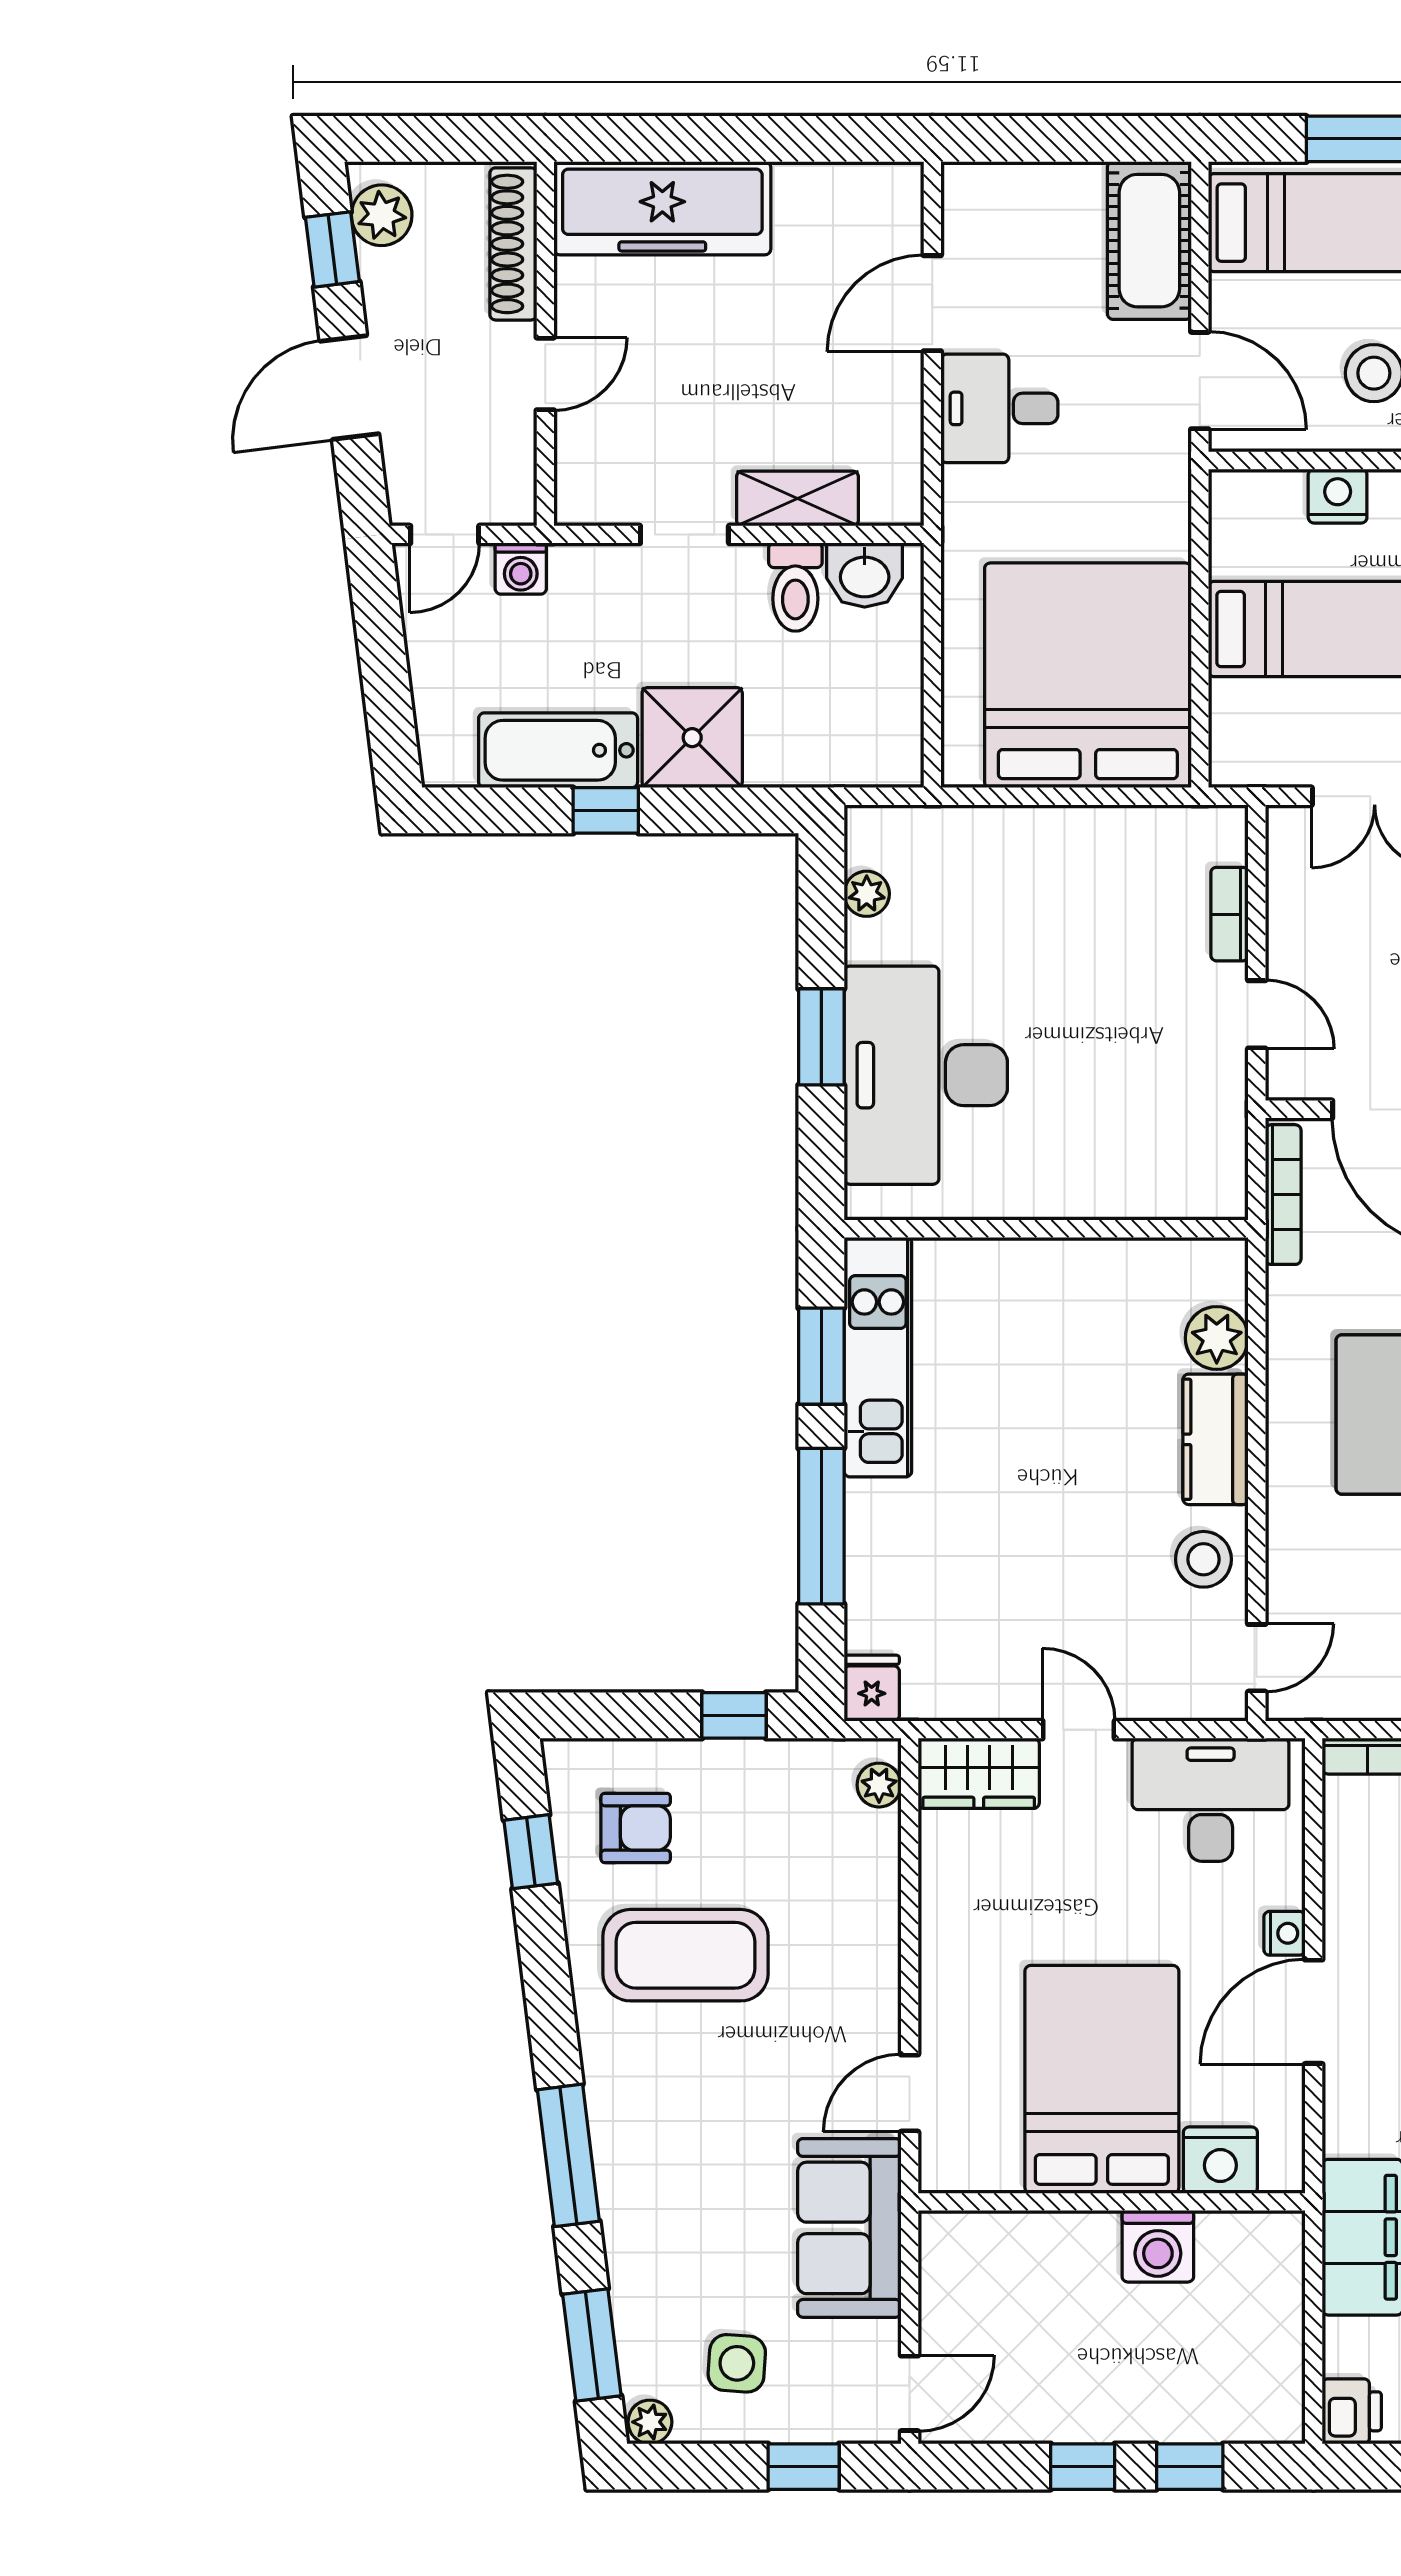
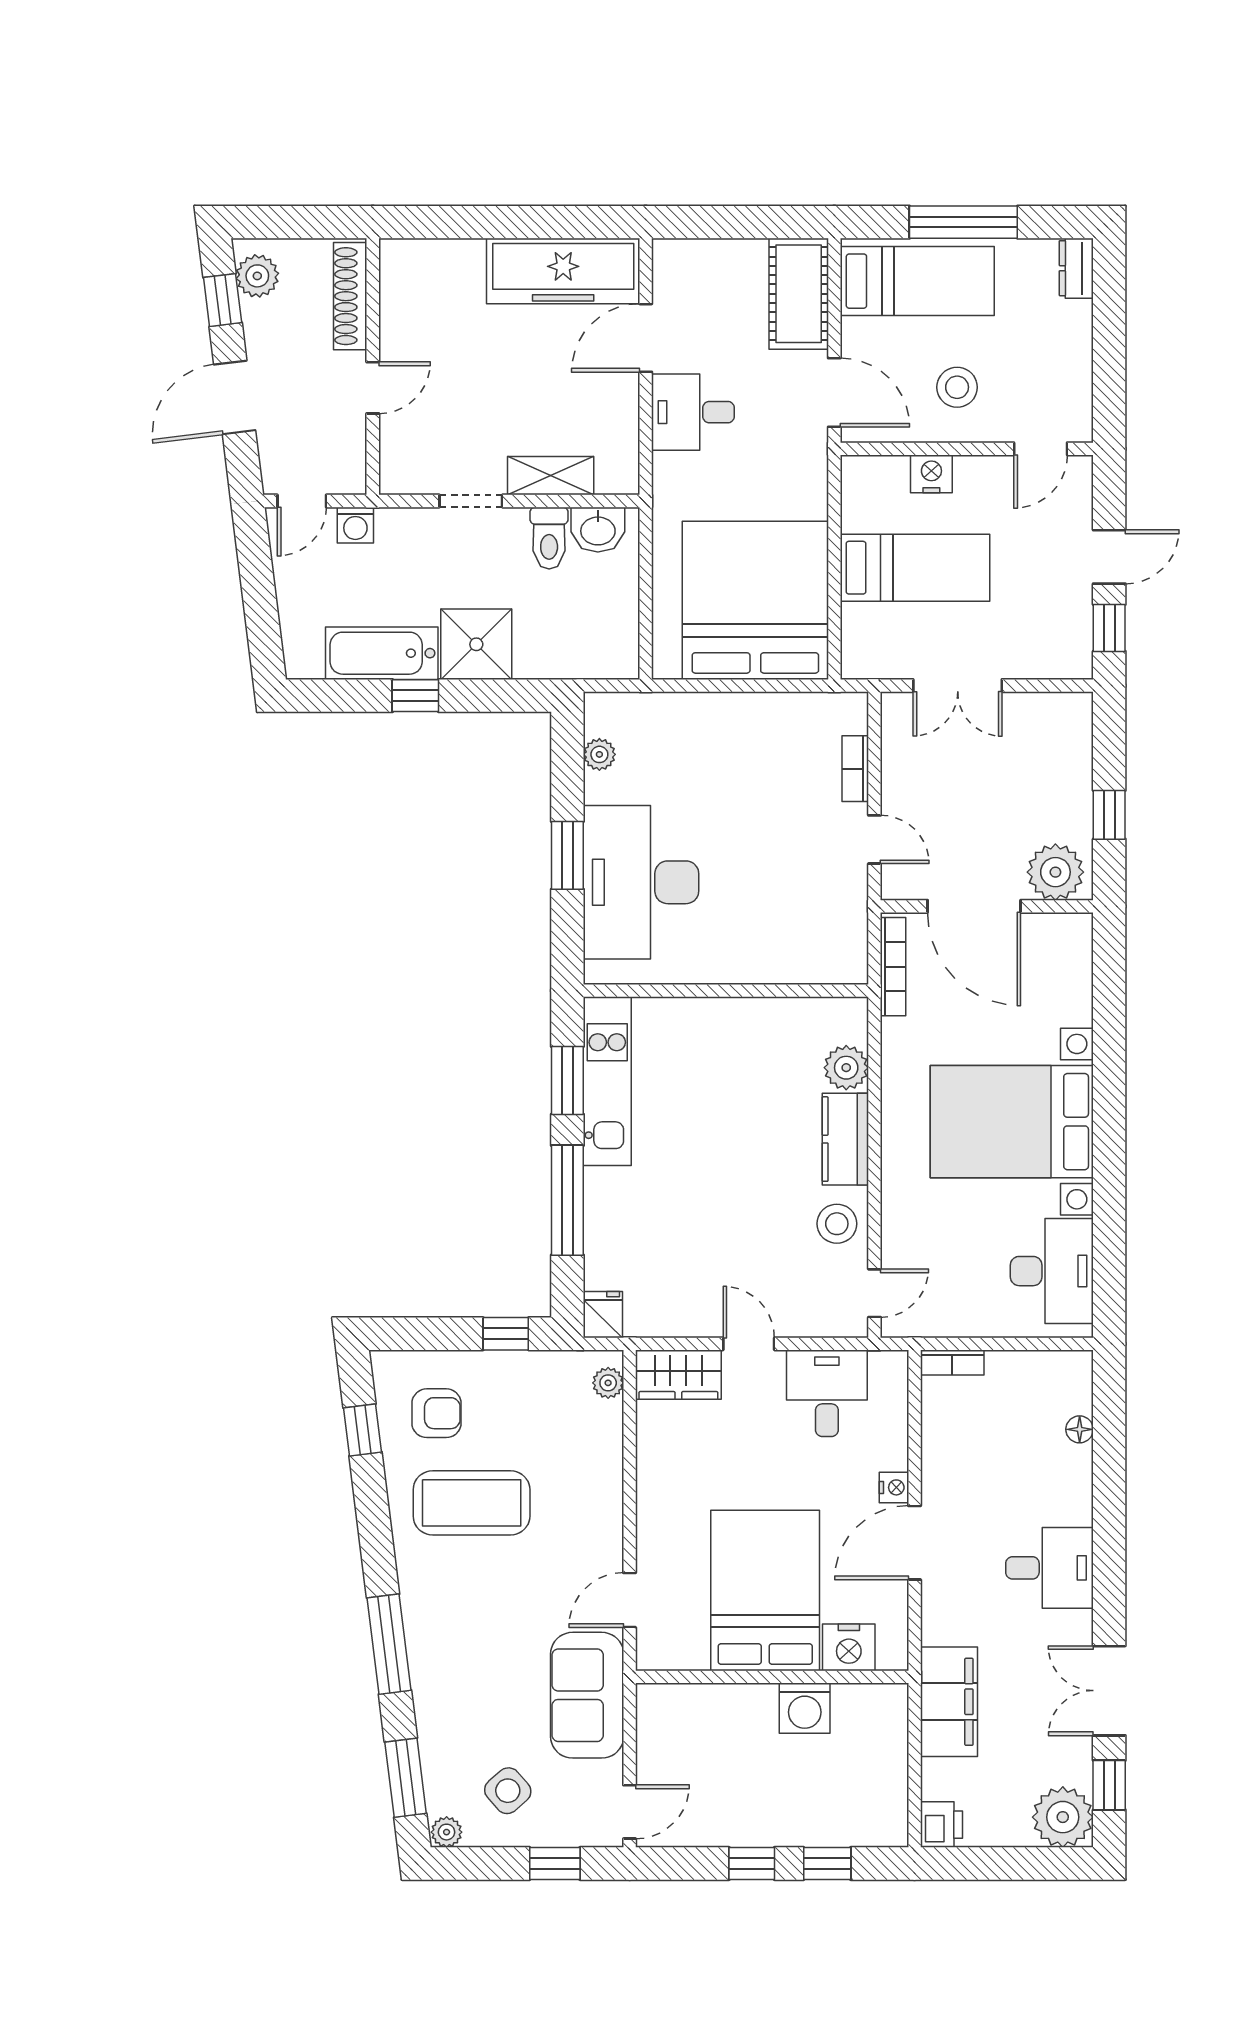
freezer: (662, 208) -> (563, 271), moved
desk: (1211, 1800) -> (827, 1393), width x0.73
side table: (737, 2363) -> (508, 1791), turned 45

